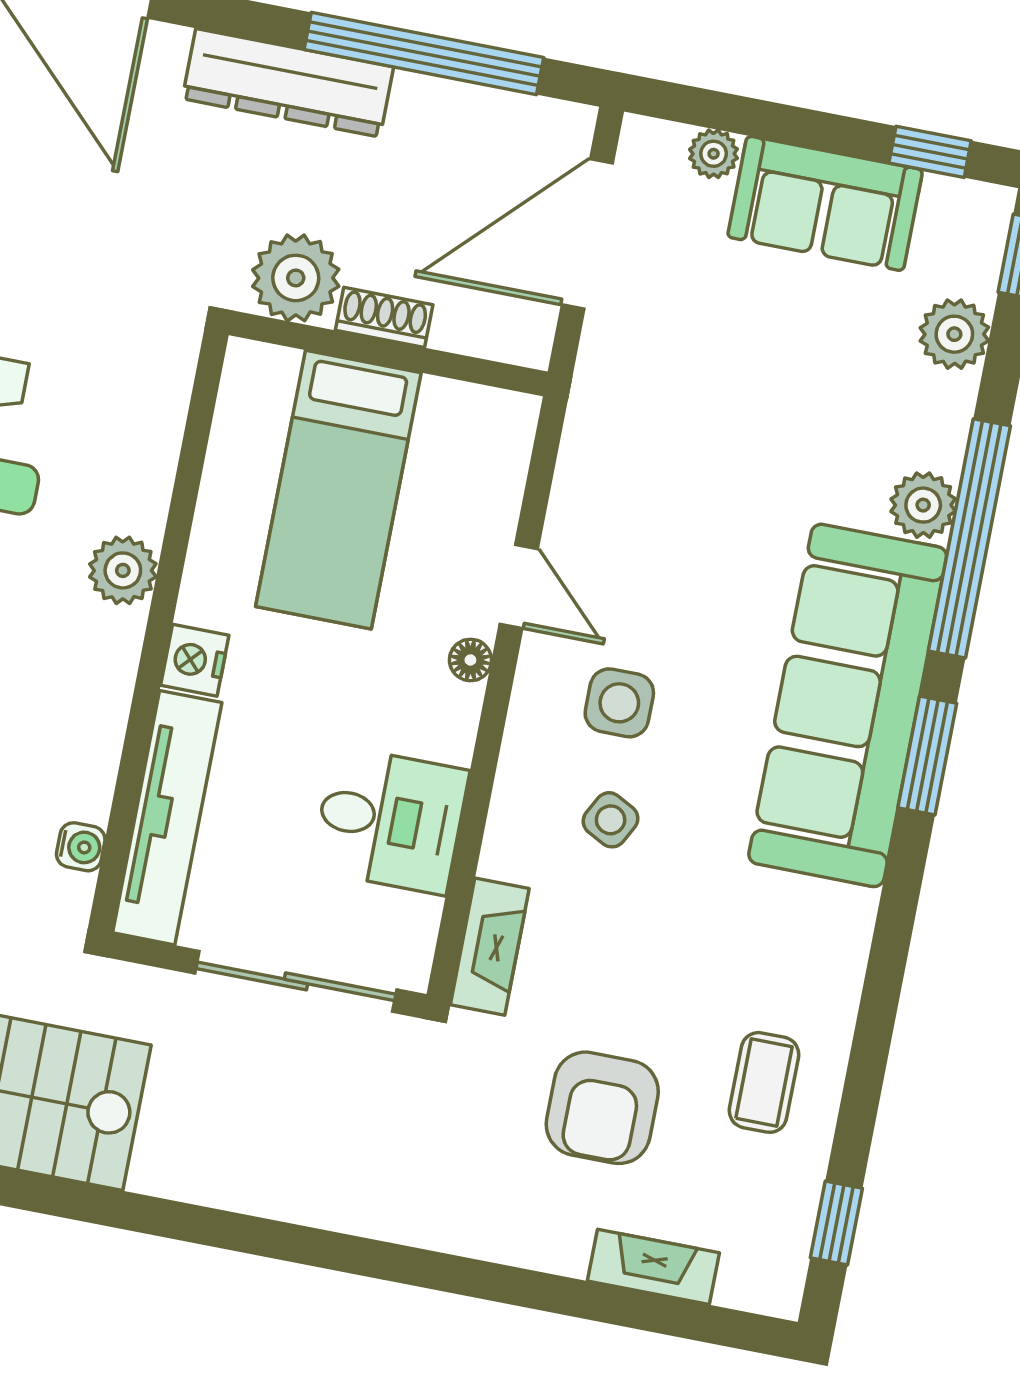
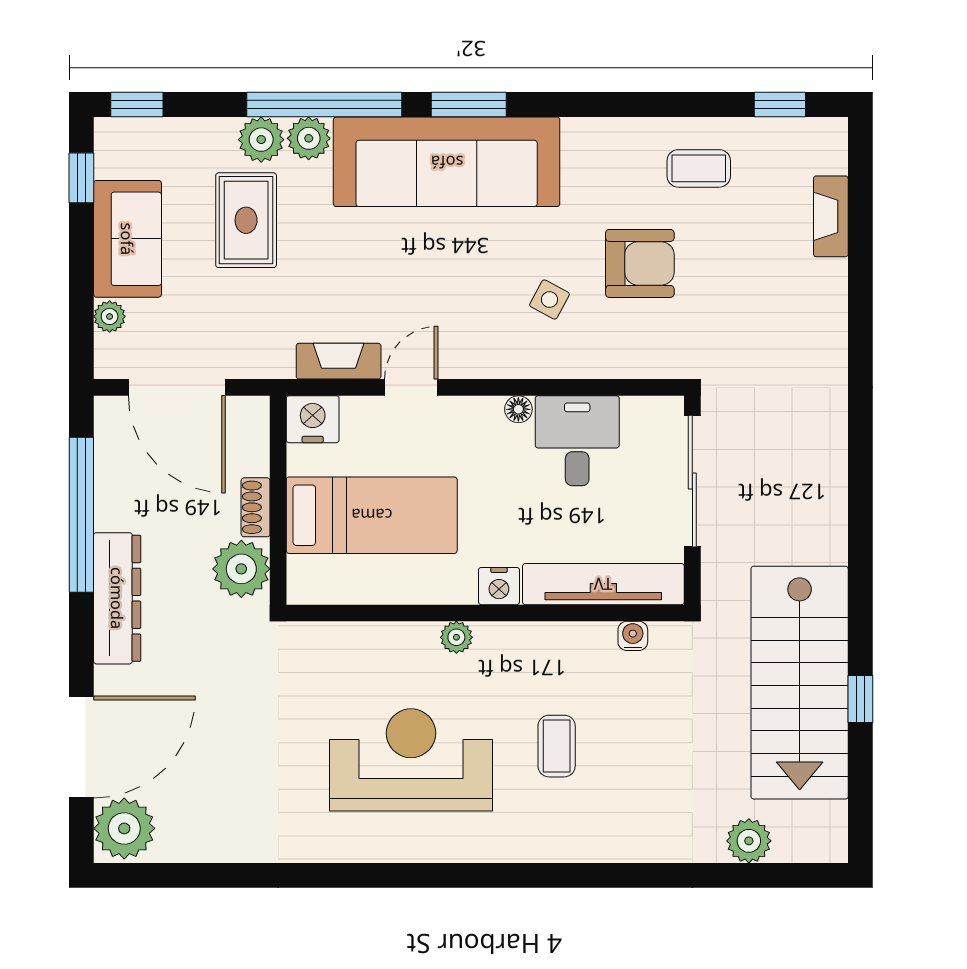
plant: (954, 334) -> (261, 140), moved
rug: (818, 387) -> (246, 220), added
nightstand: (500, 429) -> (313, 419), added
plant: (123, 570) -> (456, 637), width x0.73, depth x0.73
floor lamp: (470, 660) -> (518, 409), moved
side table: (619, 703) -> (473, 308), removed
fireplace: (490, 947) -> (339, 361), moved
armchair: (602, 1108) -> (640, 263), moved

